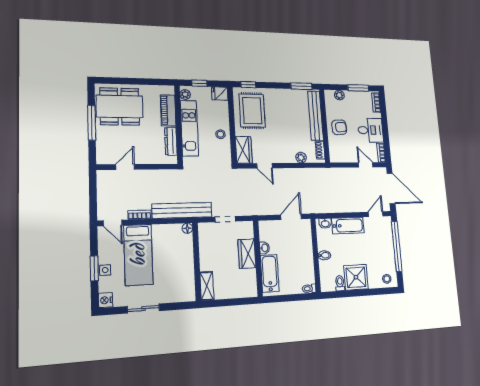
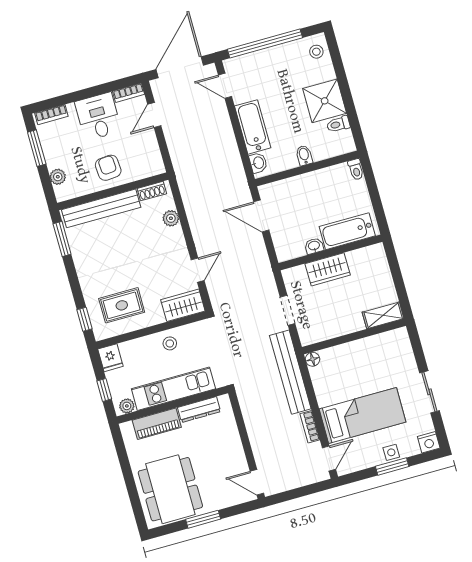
rug: (252, 111) -> (122, 305), width x0.73, depth x0.70
window: (92, 123) -> (203, 519), width x0.69
door: (125, 167) -> (257, 482), moved

